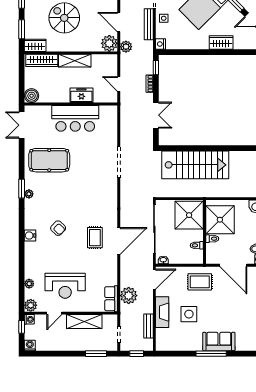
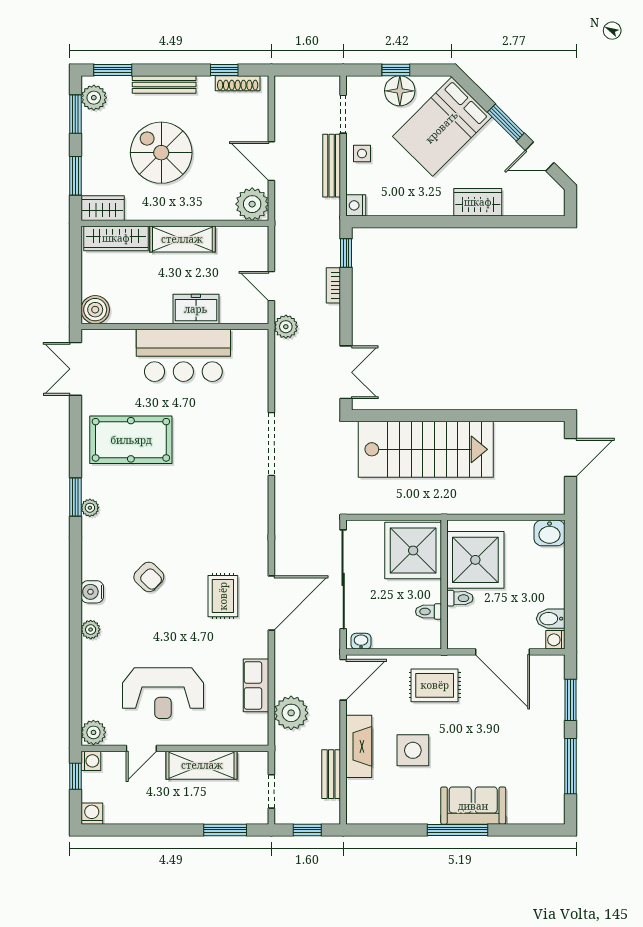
plant: (126, 47) -> (286, 327), moved
double door: (156, 115) -> (346, 372), moved
plant: (29, 284) -> (91, 630), moved
row of seats: (111, 299) -> (256, 685), moved

